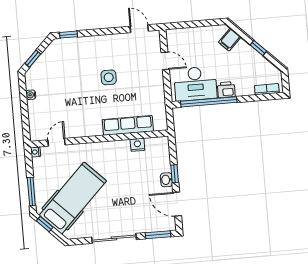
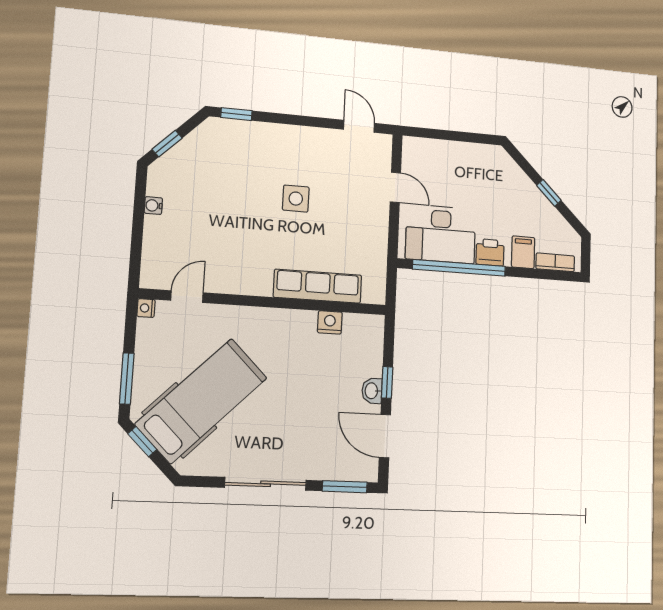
filing cabinet: (230, 40) -> (523, 252), moved, turned 135

